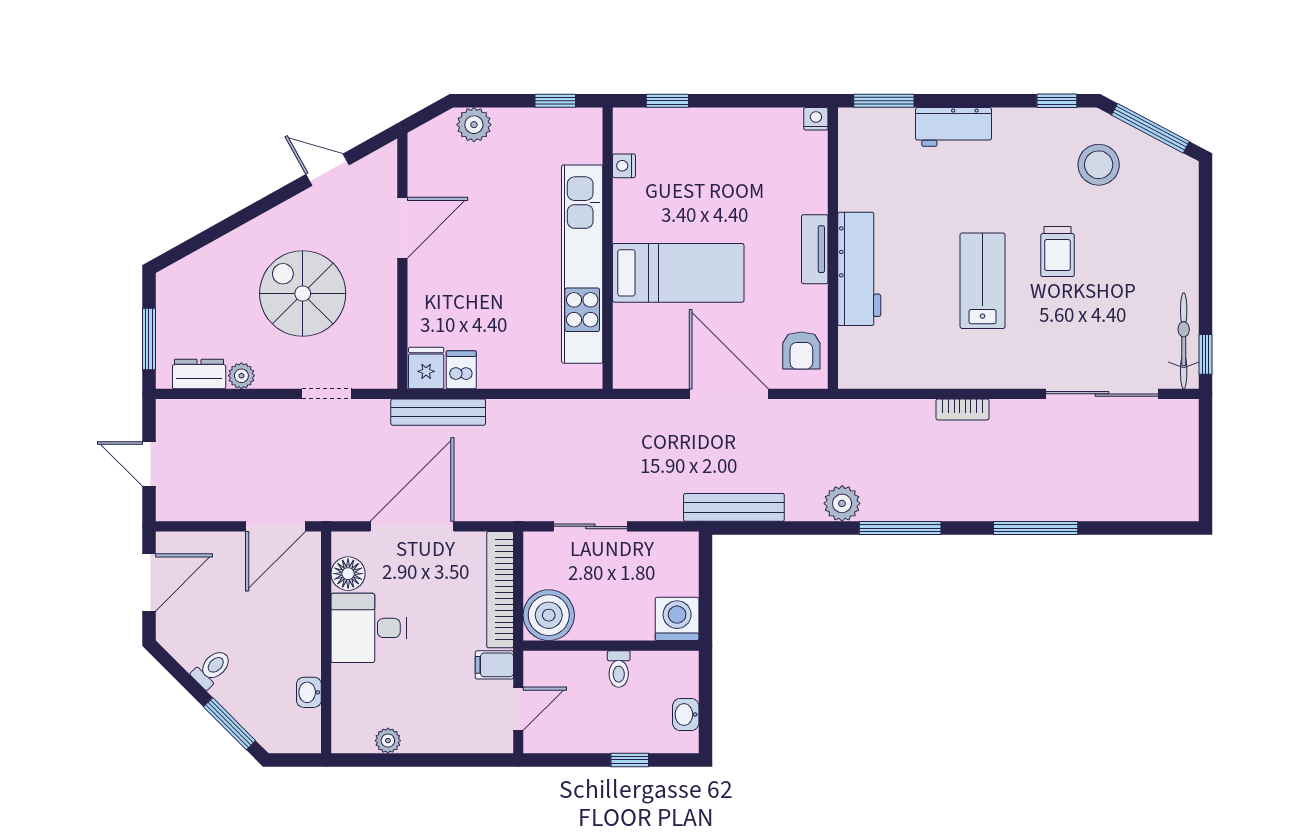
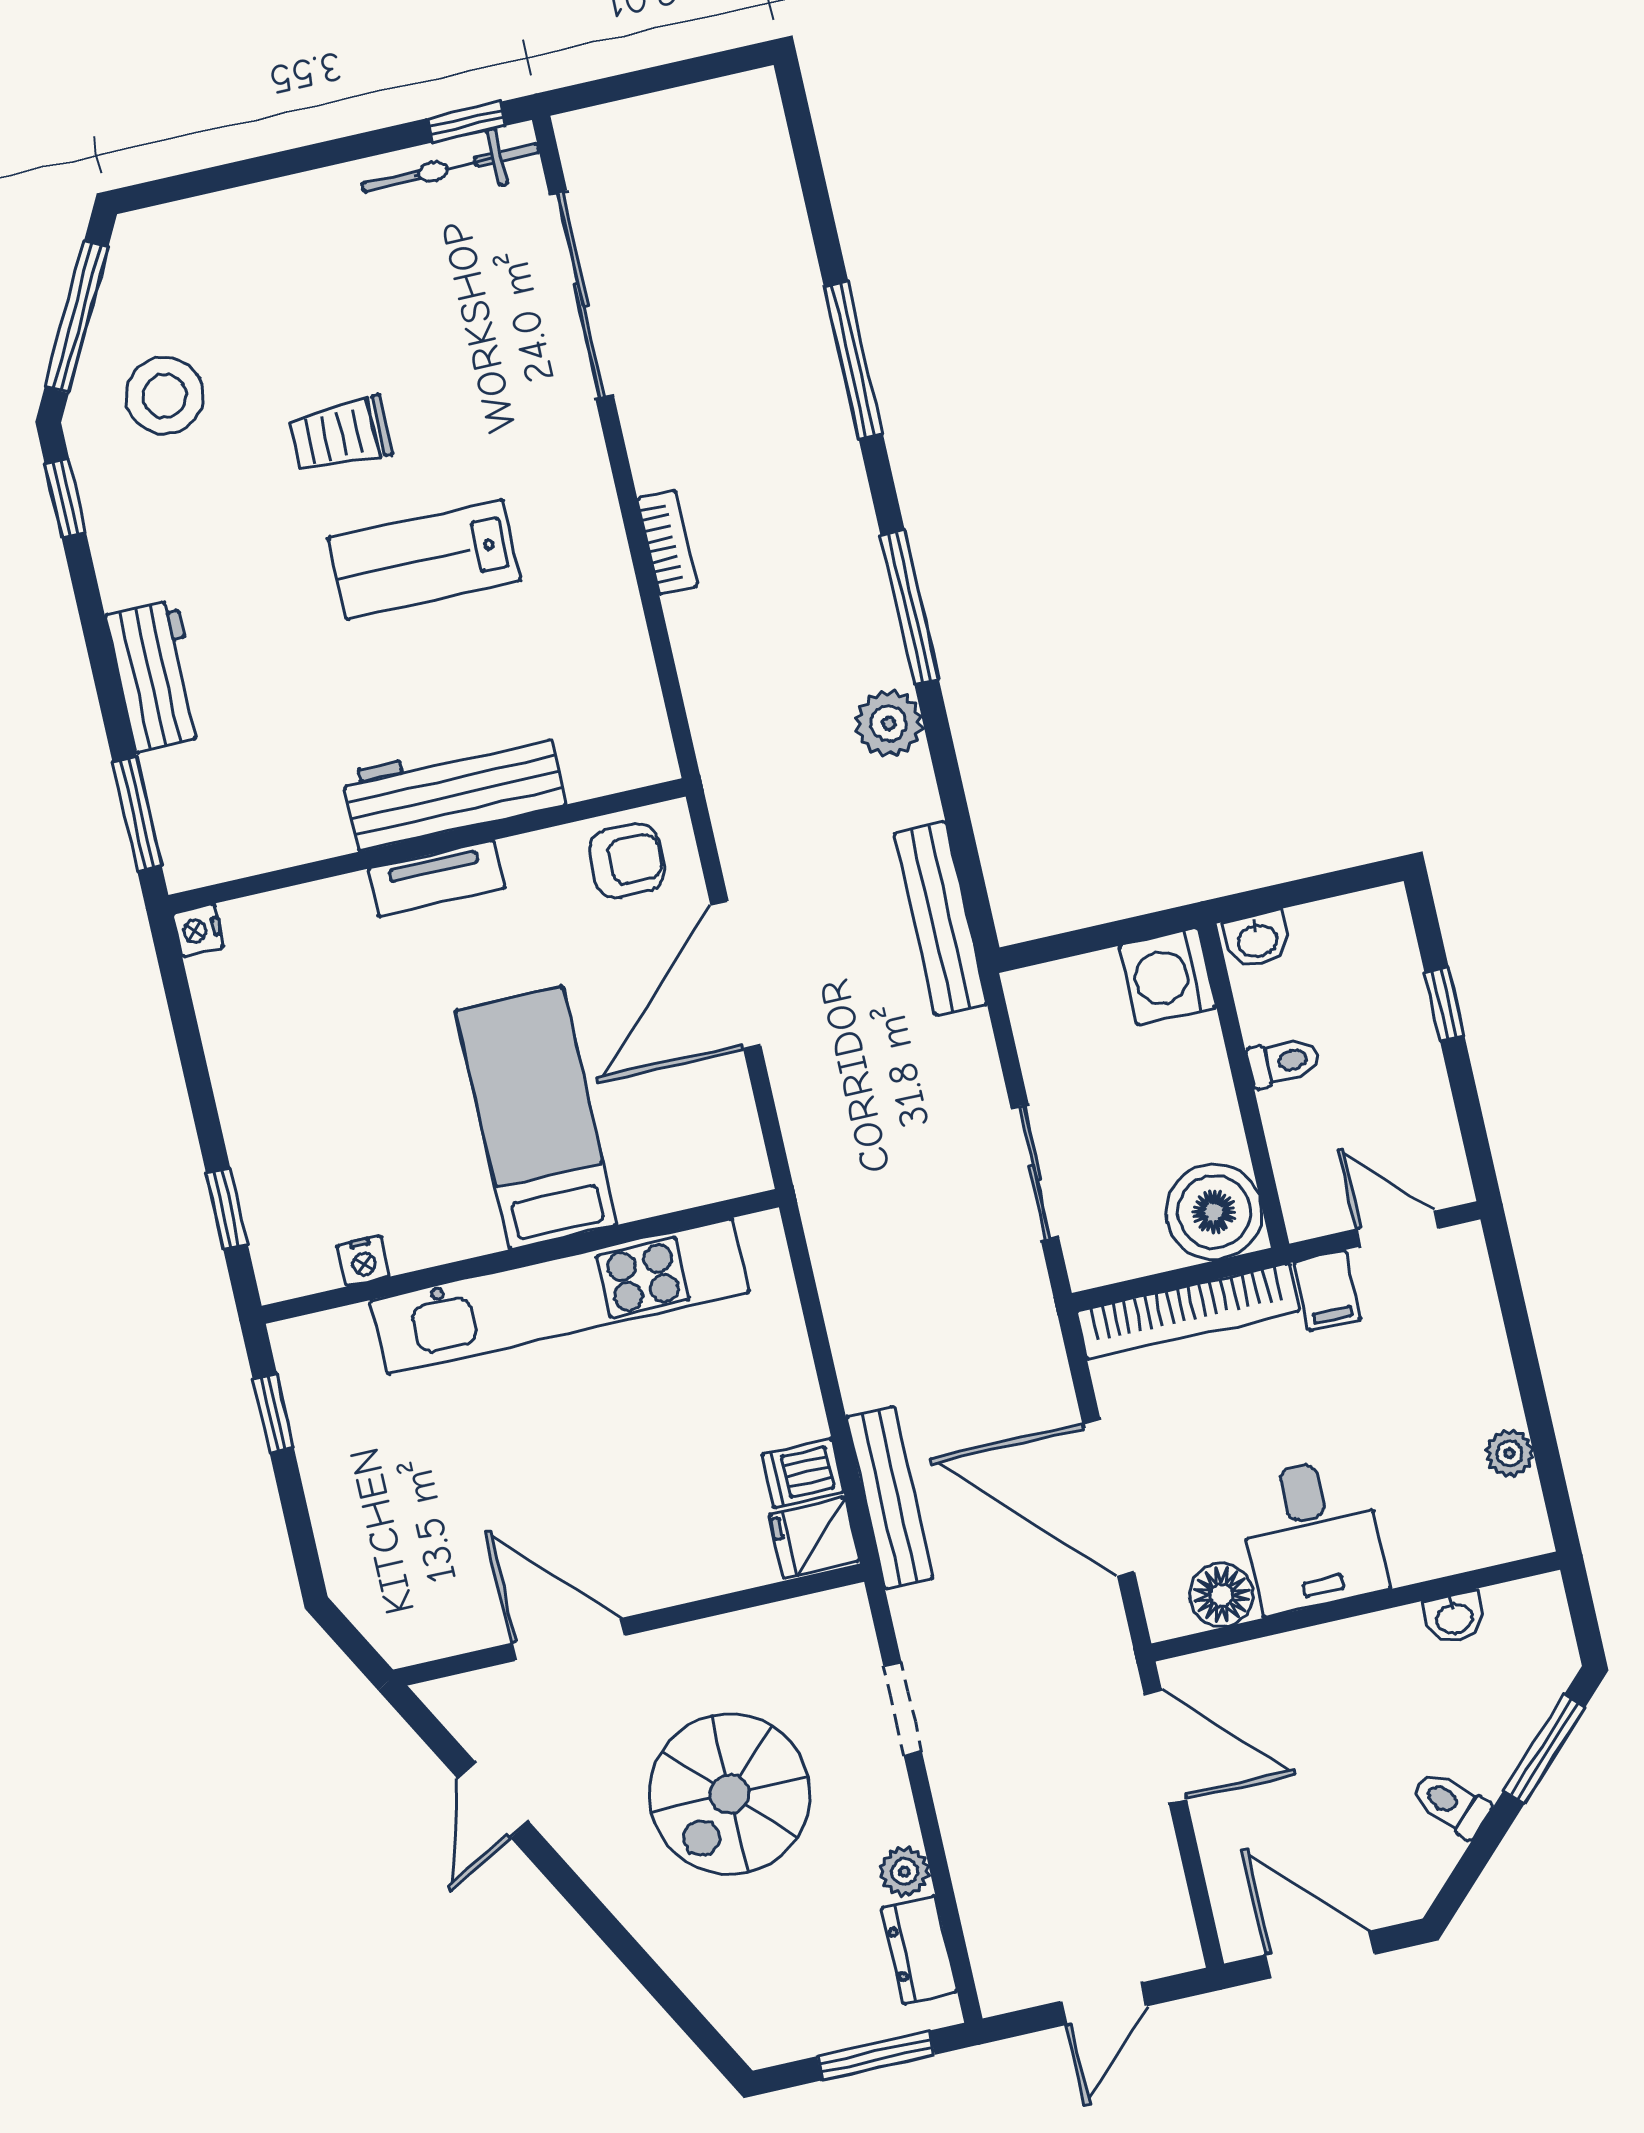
plant: (474, 125) -> (350, 1551), removed
trolley: (1057, 252) -> (340, 435), turned 180
washbasin: (686, 715) -> (1257, 939), moved

